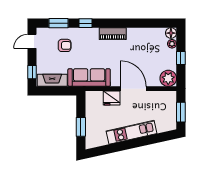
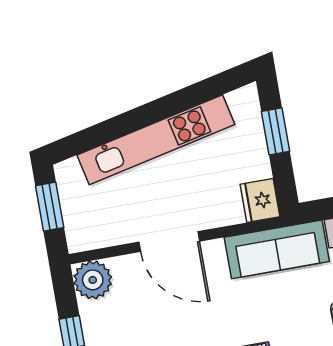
fridge: (112, 98) -> (260, 200), moved, turned -90
kitchen unit: (132, 132) -> (156, 140), width x1.36

